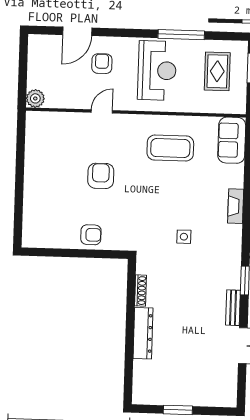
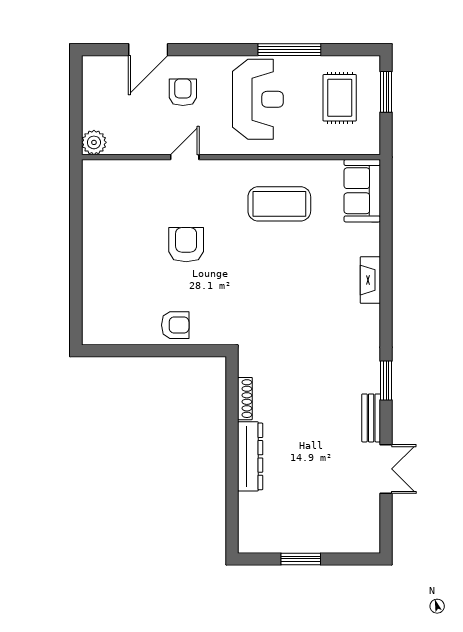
side table: (184, 237) -> (301, 324), removed

